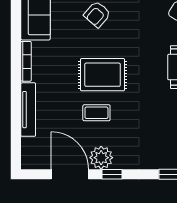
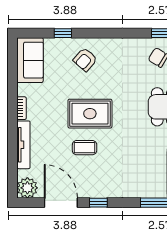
bookcase: (26, 61) -> (22, 108), width x0.64
plant: (101, 158) -> (27, 188), moved

